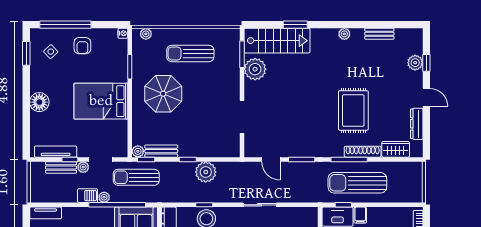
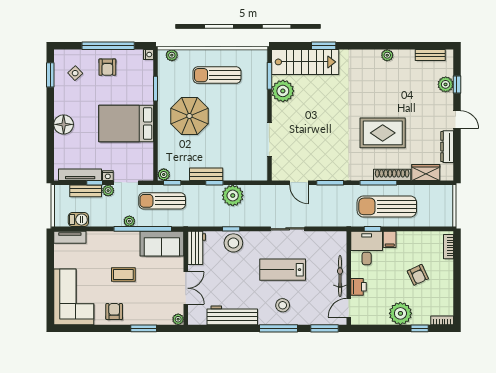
window: (65, 25) -> (108, 46), moved
plant: (344, 34) -> (387, 55), moved
bench: (379, 34) -> (430, 55), moved
rug: (353, 110) -> (383, 133), turned 90
bench: (161, 151) -> (206, 174), moved
nightstand: (83, 152) -> (108, 176), added
barbecue: (88, 196) -> (78, 220), moved

